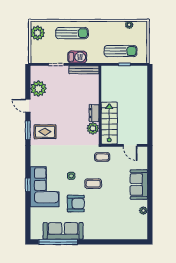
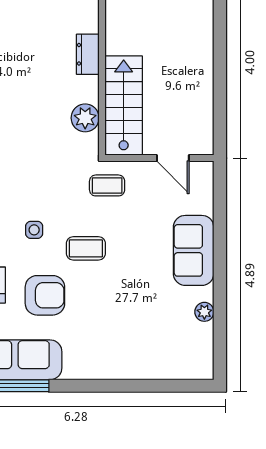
dresser: (94, 113) -> (88, 54), moved

